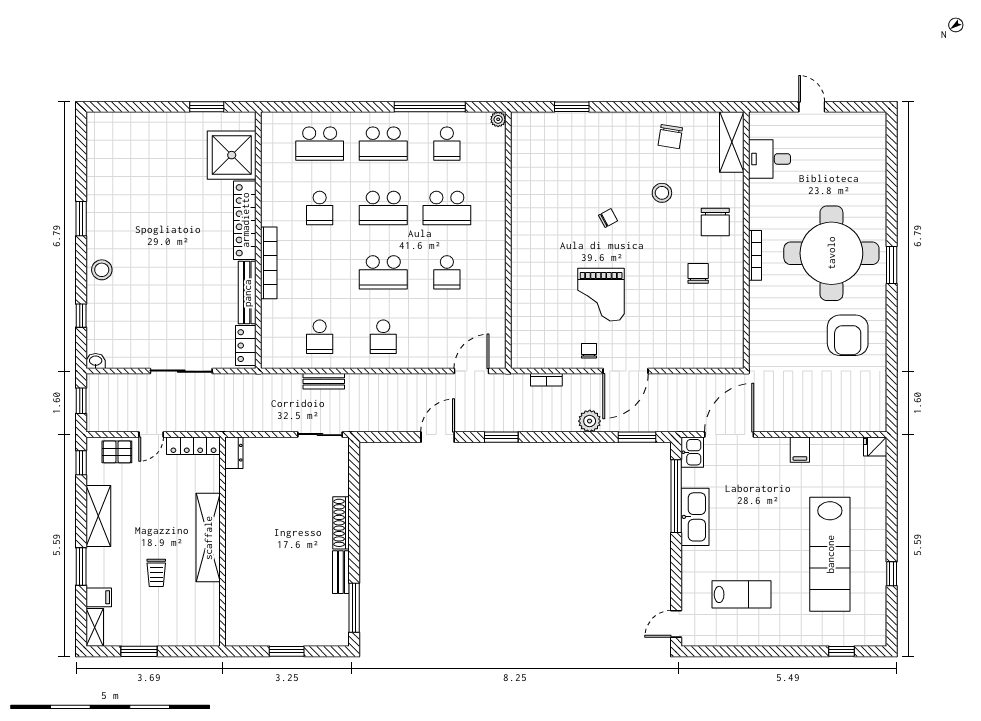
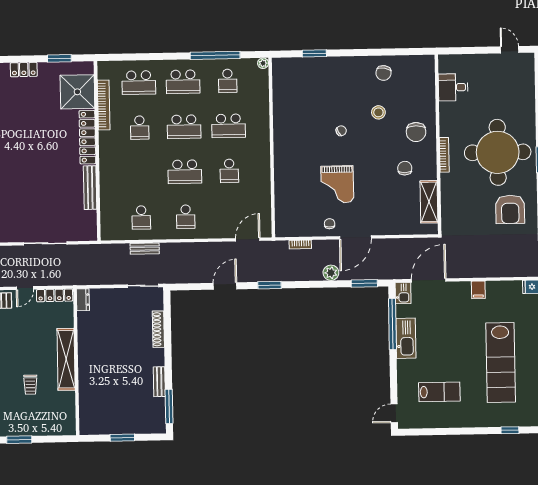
door: (812, 107) -> (510, 50), moved
shelving: (732, 142) -> (429, 202), moved
bookcase: (269, 263) -> (104, 105), moved
locker: (246, 346) -> (24, 70), moved, turned -90
shoe rack: (341, 523) -> (158, 329), moved

